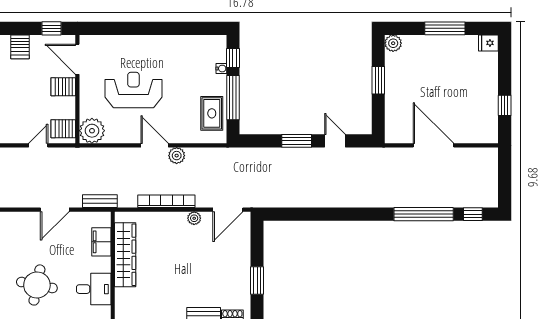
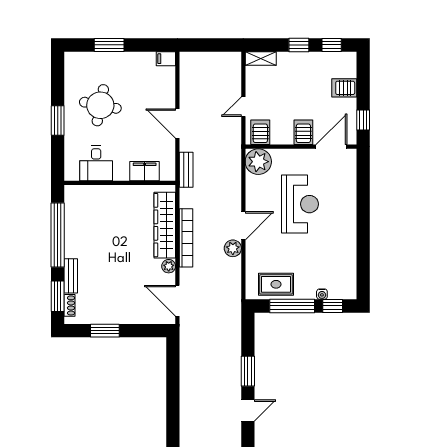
door: (38, 145) -> (243, 107), swing flipped
wardrobe: (125, 255) -> (165, 225), moved, turned 90

